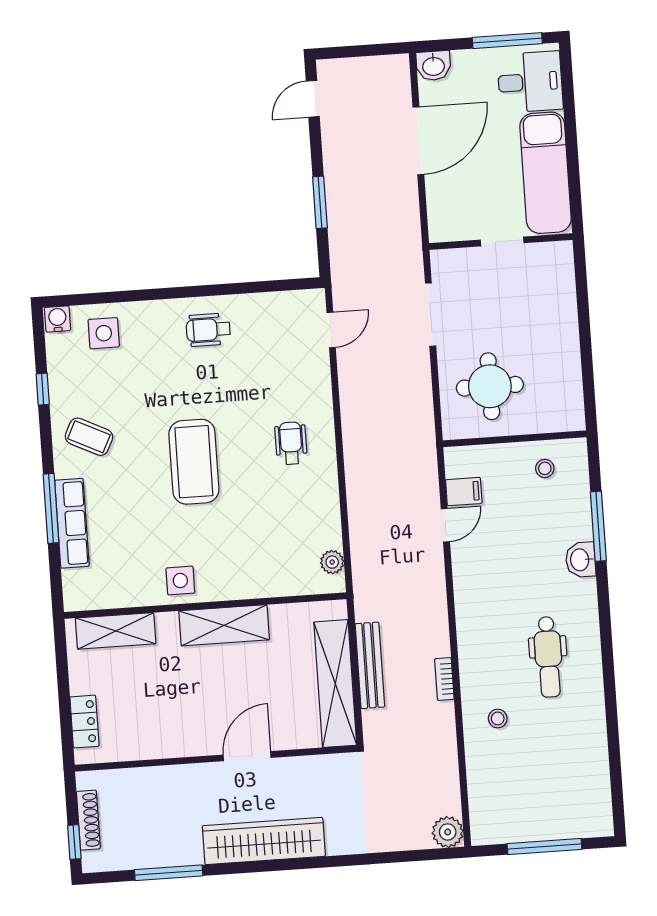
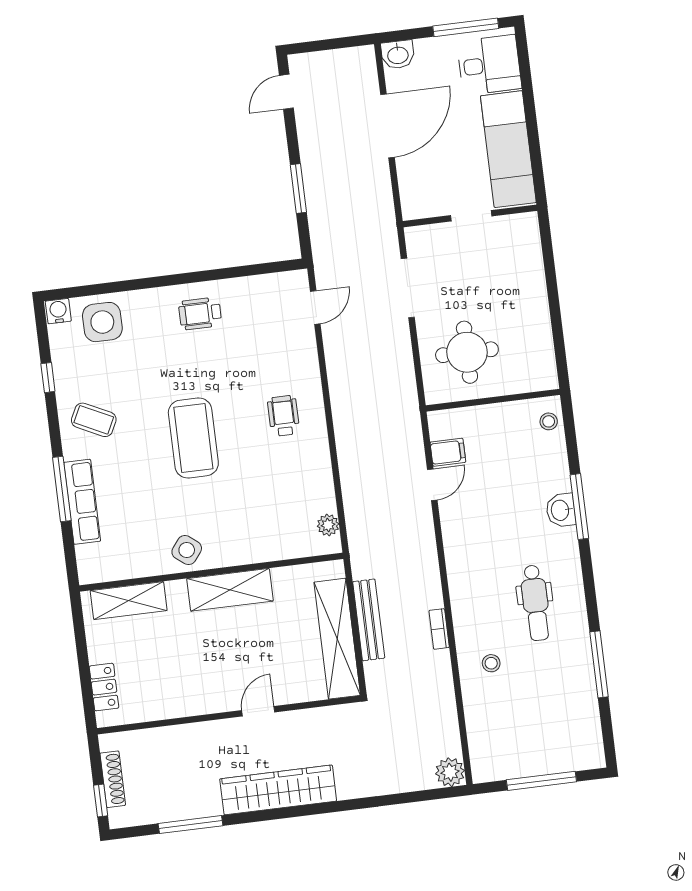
side table: (104, 333) -> (102, 322), width x1.37, depth x1.37
stool: (545, 468) -> (549, 421), moved
window: (598, 526) -> (579, 507), moved
side table: (180, 581) -> (187, 550), turned 38
window: (612, 726) -> (599, 664), added
door: (247, 756) -> (258, 711), width x0.73

